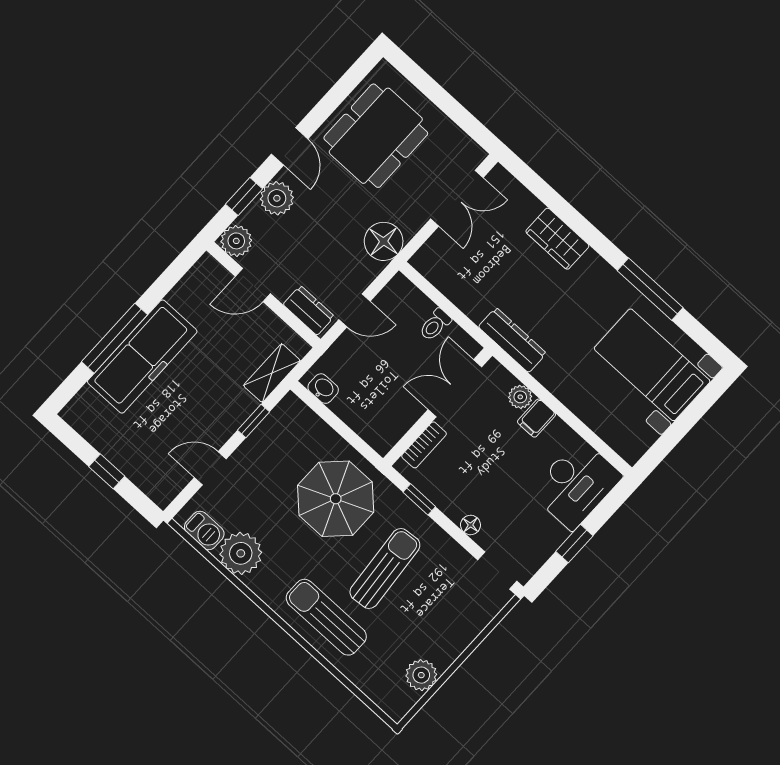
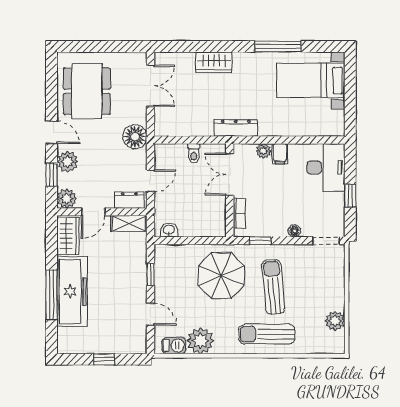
wardrobe: (197, 286) -> (68, 236), added
shelving: (272, 373) -> (129, 224), moved, turned 90
door: (210, 468) -> (151, 314), swing flipped

